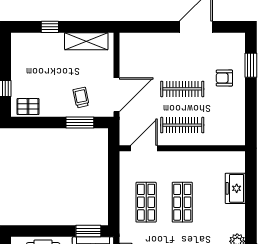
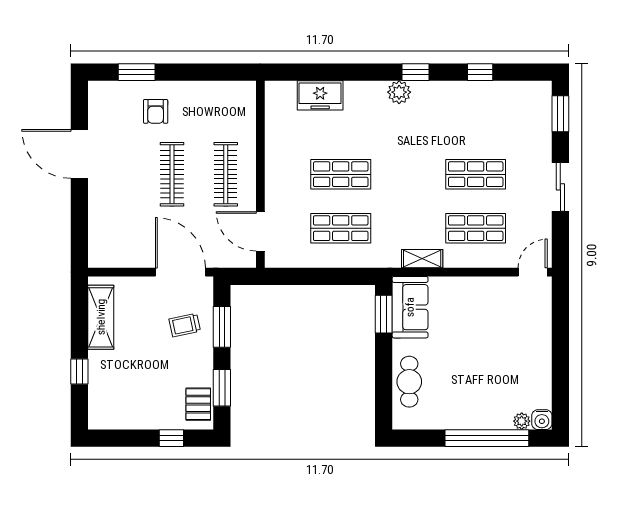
window: (39, 123) -> (222, 388), added

